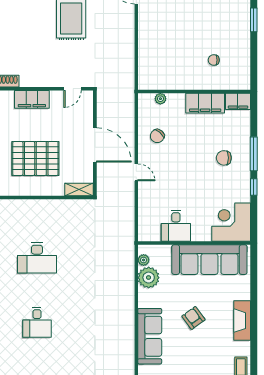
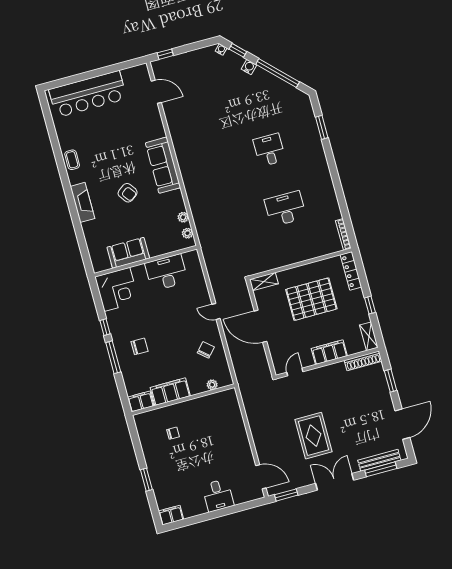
desk: (176, 226) -> (166, 273), width x1.37
sofa: (209, 260) -> (128, 253), width x0.54, depth x0.79
plant: (149, 278) -> (183, 217), width x0.53, depth x0.53

